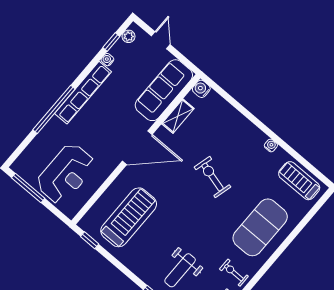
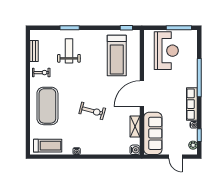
row of seats: (83, 93) -> (192, 104), width x0.73
reception desk: (66, 174) -> (166, 51), turned 180

